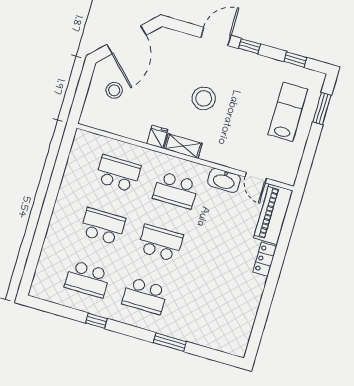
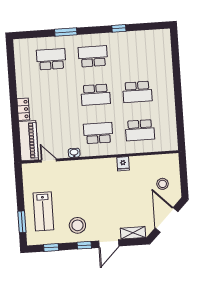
stool: (204, 98) -> (77, 225), moved
shelving: (183, 146) -> (133, 233), moved
washbasin: (224, 180) -> (74, 153), width x0.52, depth x0.69
school desk: (87, 279) -> (51, 59), moved

